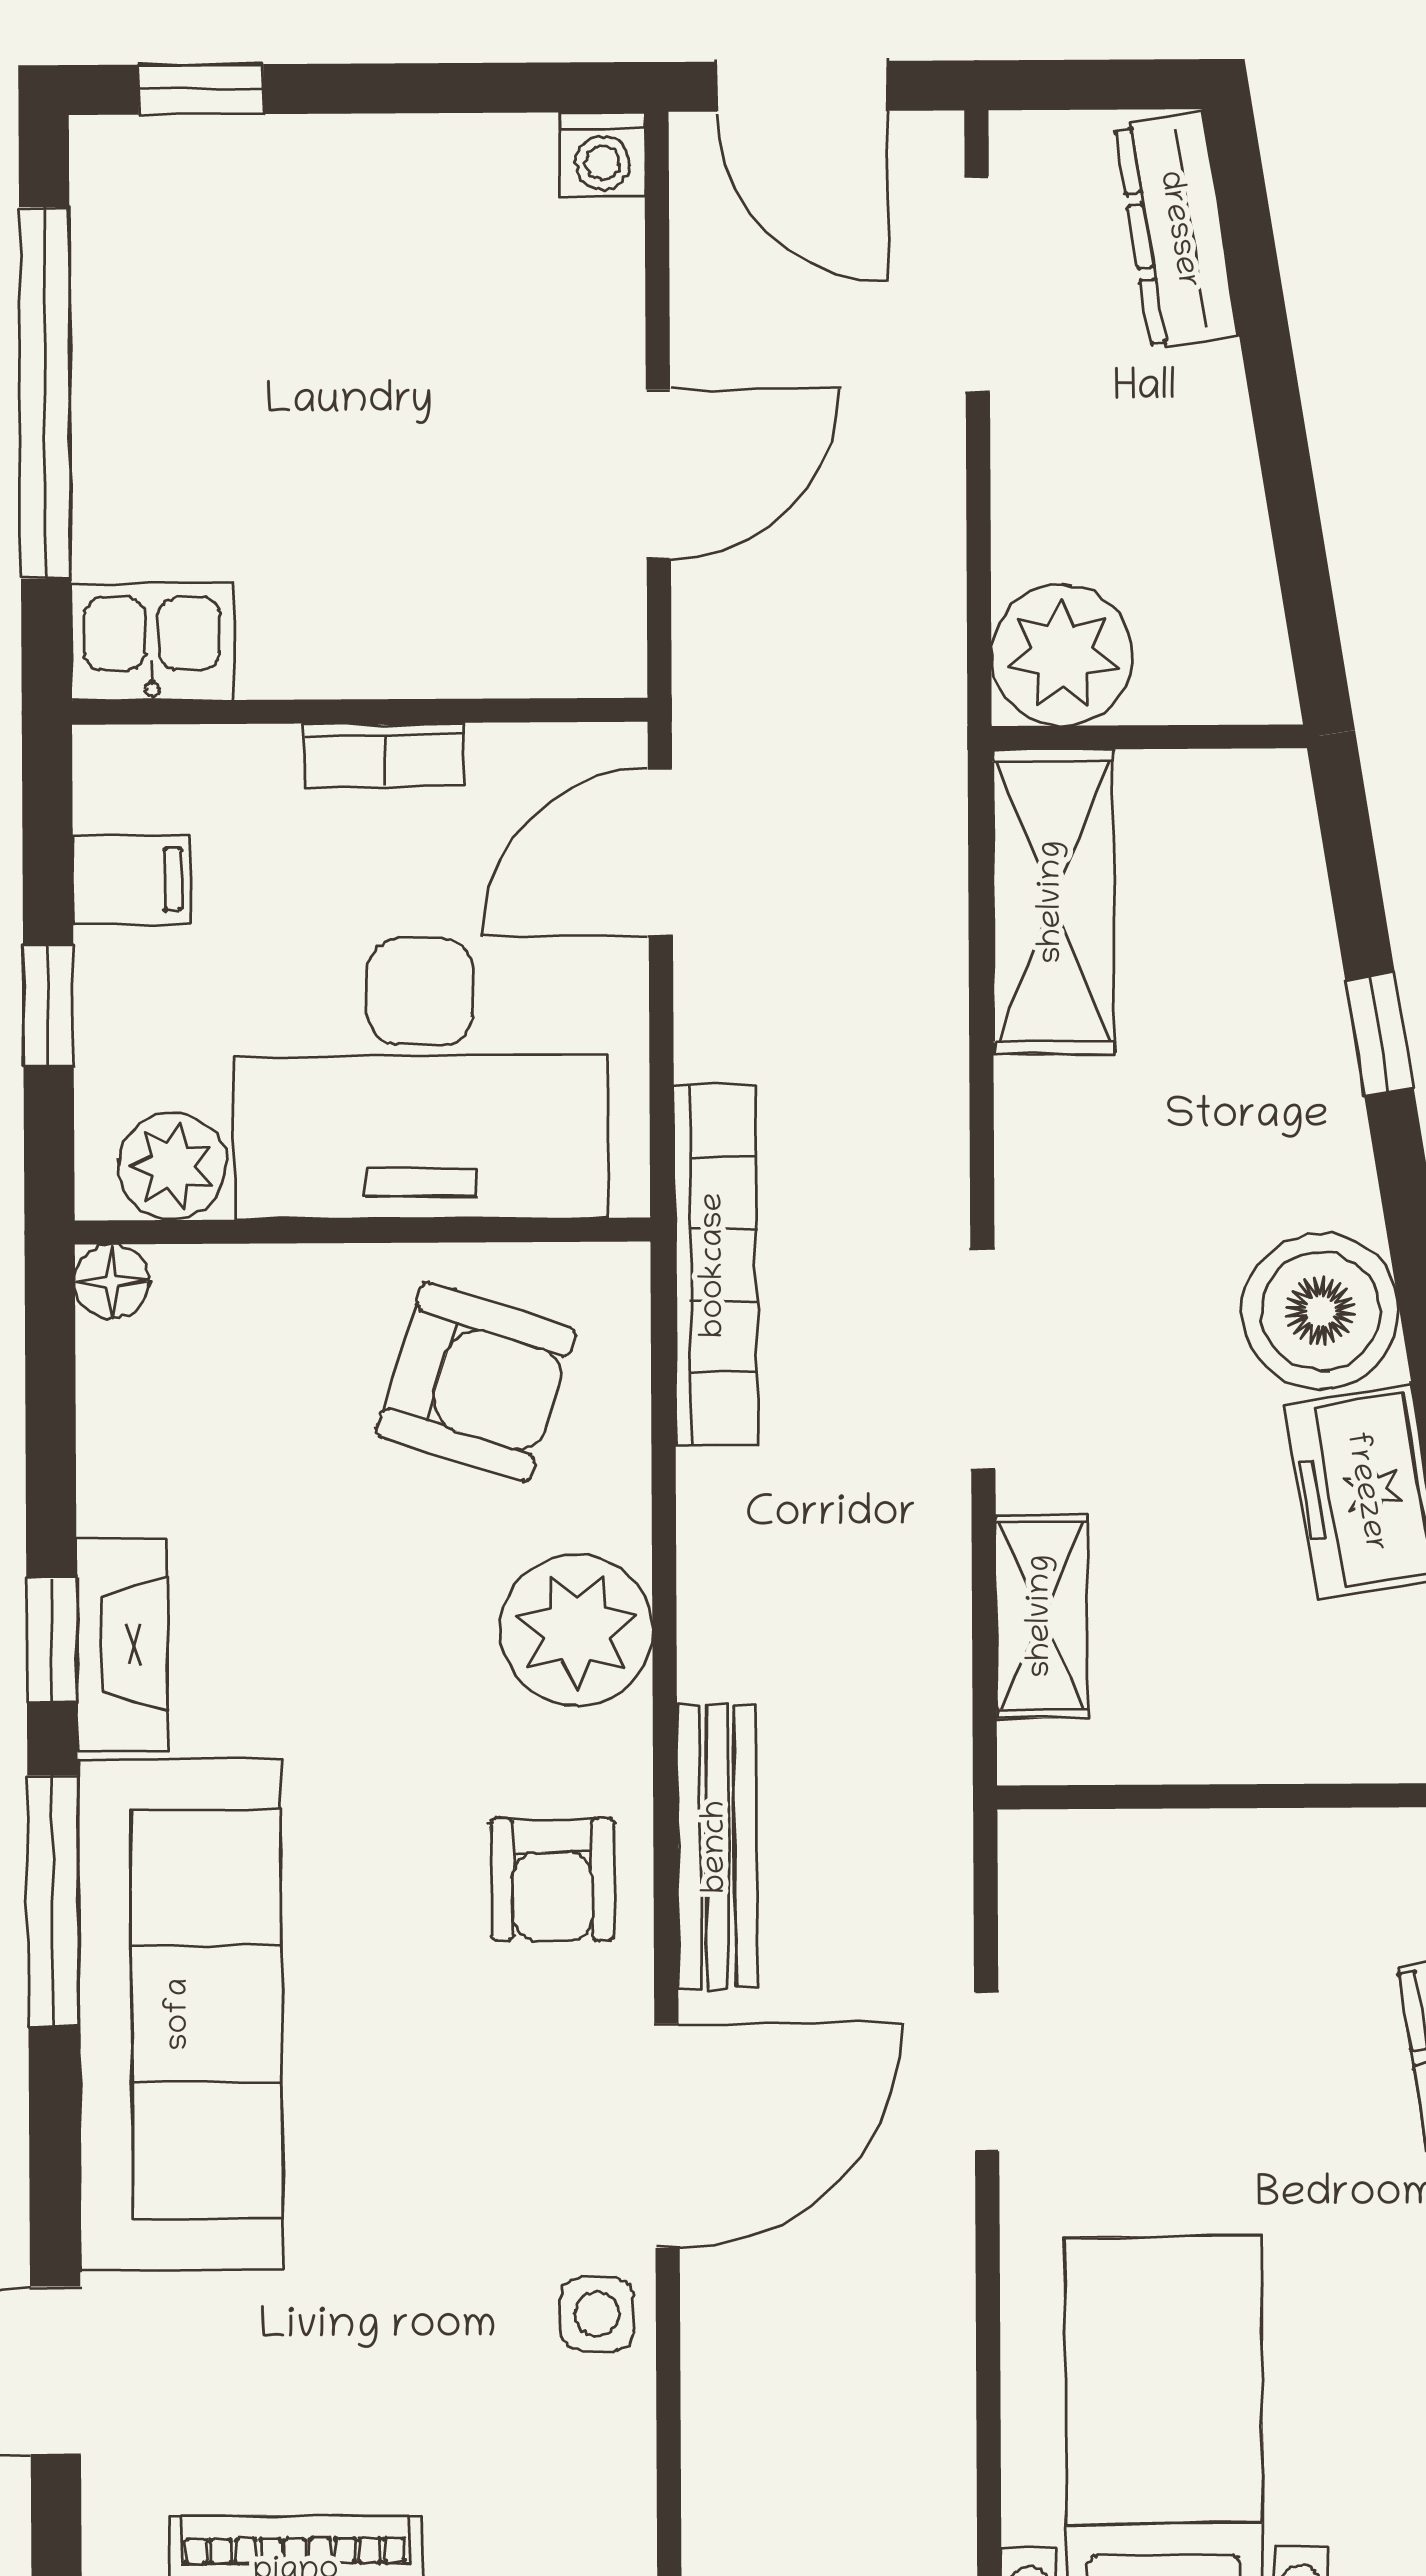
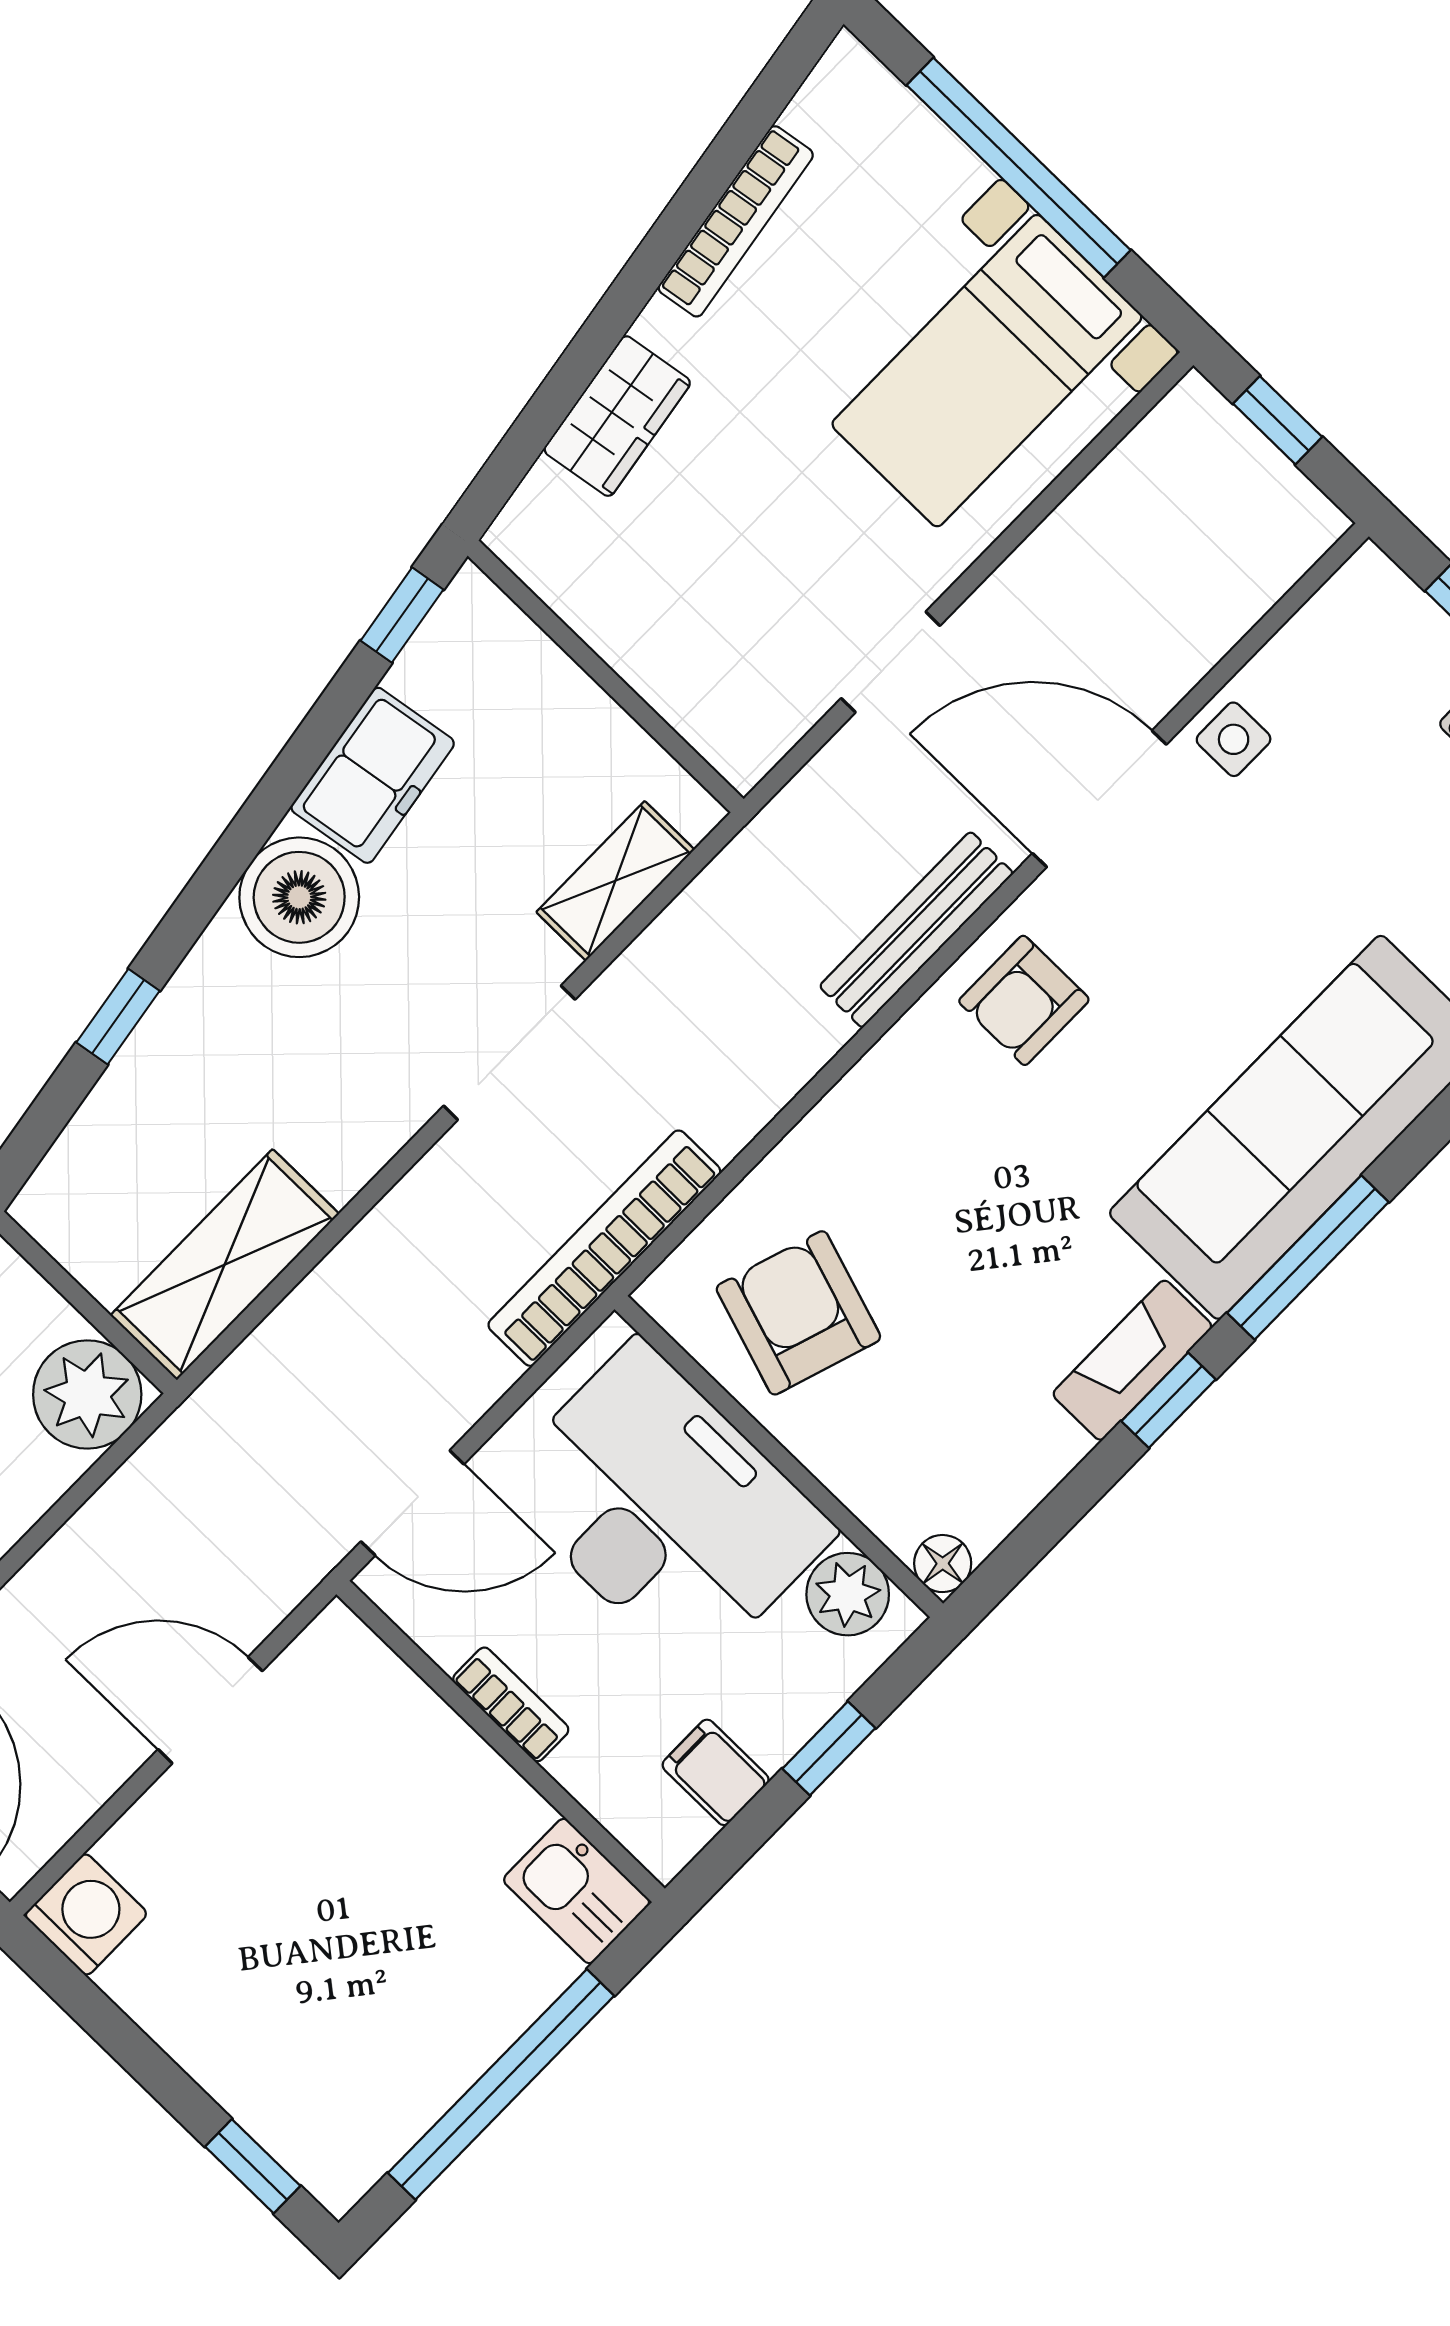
washing machine: (602, 154) -> (86, 1914), width x1.38, depth x1.38
plant: (576, 1630) -> (877, 1123), removed
armchair: (553, 1879) -> (1024, 1000), turned 180

